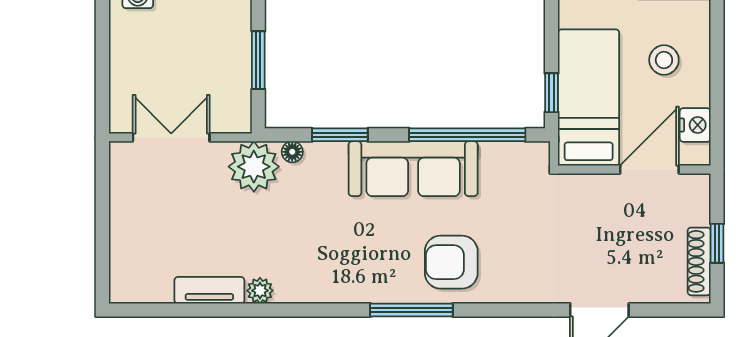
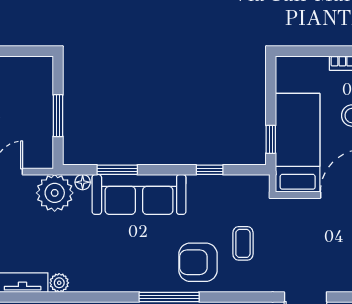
window: (467, 135) -> (210, 170), width x0.32
sofa: (413, 169) -> (139, 194), moved
coffee table: (513, 236) -> (243, 243), added

